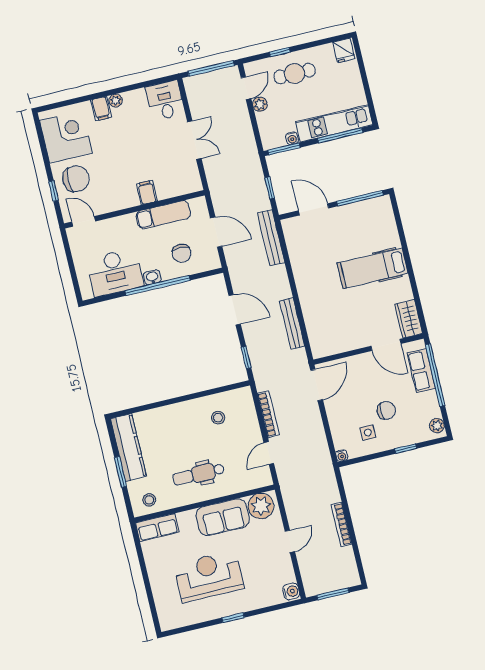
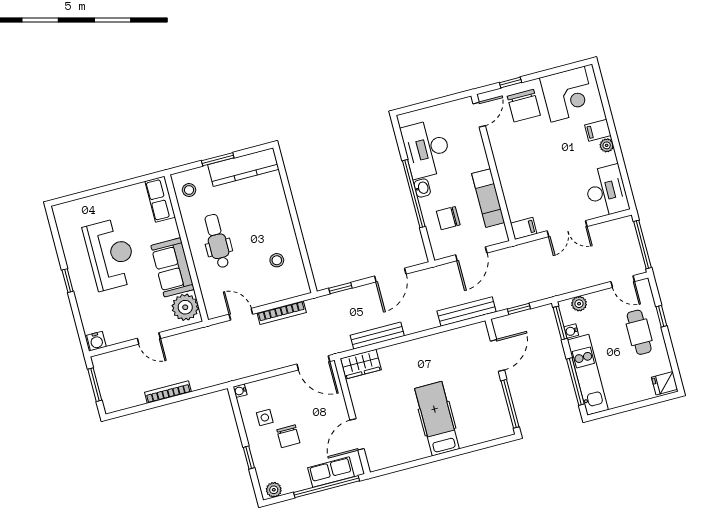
desk: (165, 100) -> (606, 191), width x1.37
plant: (260, 104) -> (579, 304), moved
filing cabinet: (147, 192) -> (524, 228), moved
wardrobe: (409, 319) -> (361, 364), moved, turned 180

